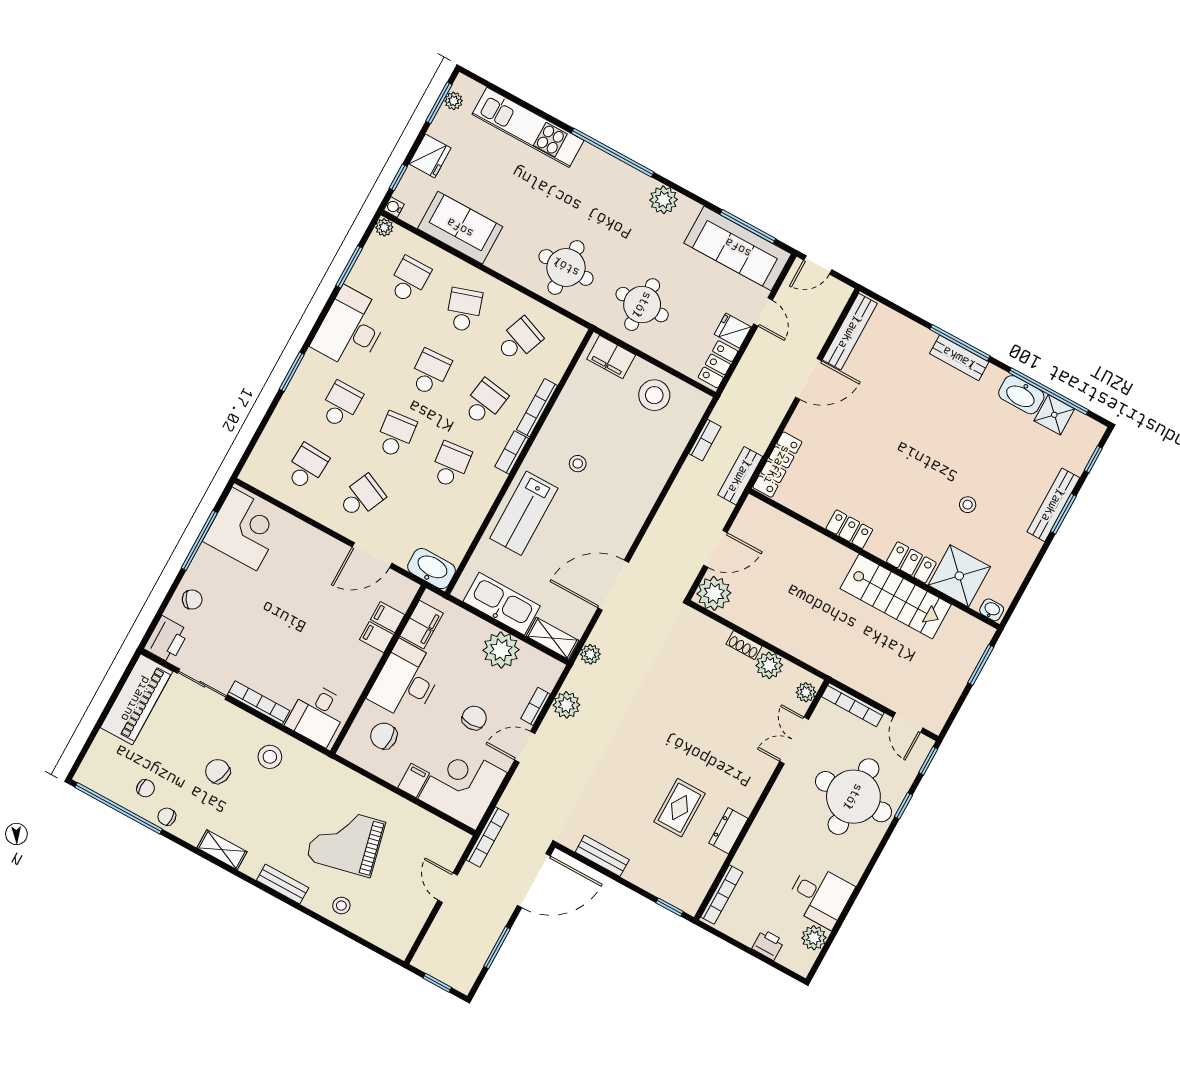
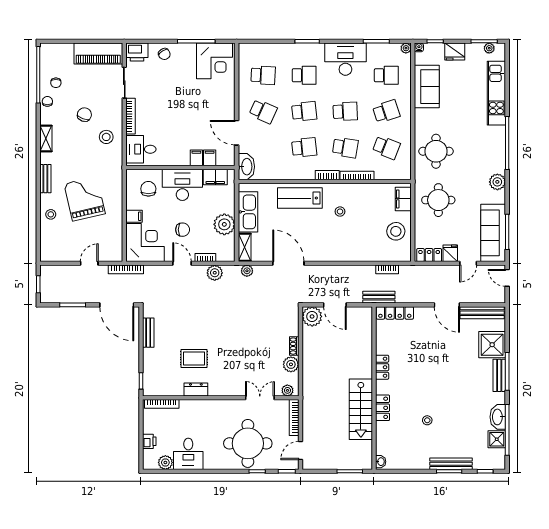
shower: (959, 576) -> (492, 345), moved

